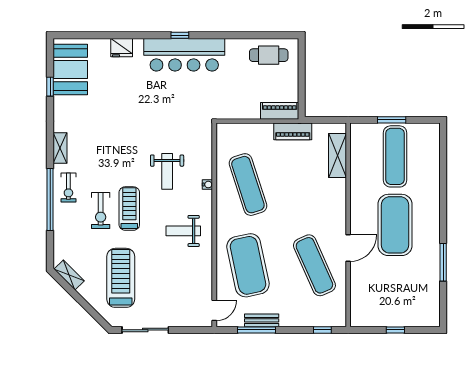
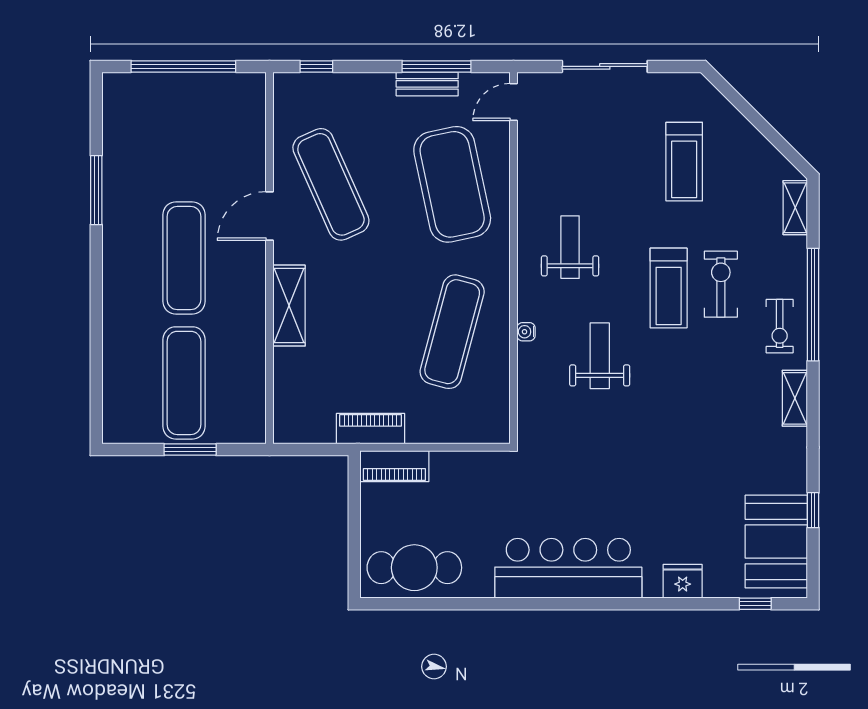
window: (180, 35) -> (755, 604), moved
cafe table: (269, 55) -> (414, 568), width x1.37, depth x1.35
shelving: (337, 155) -> (289, 306), moved
exercise mat: (248, 185) -> (452, 332), turned 33
exercise bike: (68, 188) -> (780, 326), turned 180
exercise mat: (395, 225) -> (184, 258), width x0.68
weight bench: (183, 231) -> (570, 247), turned -90
shelving: (69, 275) -> (795, 208), moved, turned 45
treadmill: (121, 278) -> (684, 162), width x0.73, depth x0.73
sliding door: (145, 330) -> (605, 66), moved
window: (395, 330) -> (183, 66), width x3.17

